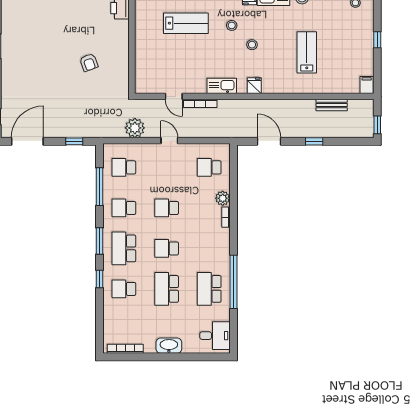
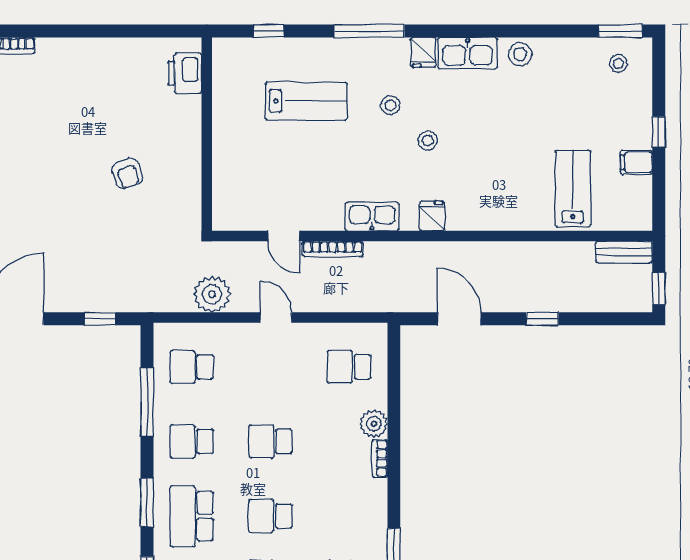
lab bench: (307, 52) -> (573, 188), moved
filing cabinet: (367, 85) -> (636, 162), moved, turned -90
bench: (332, 105) -> (624, 252), moved

